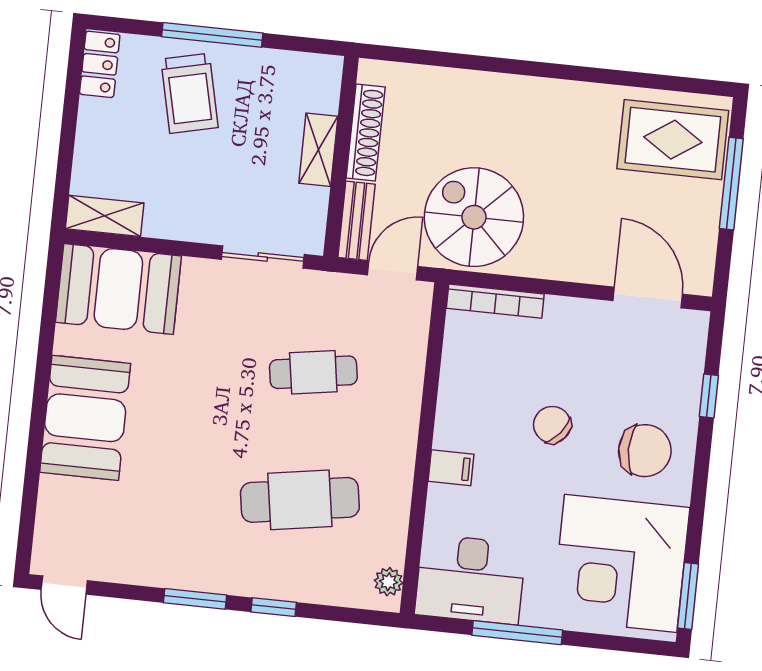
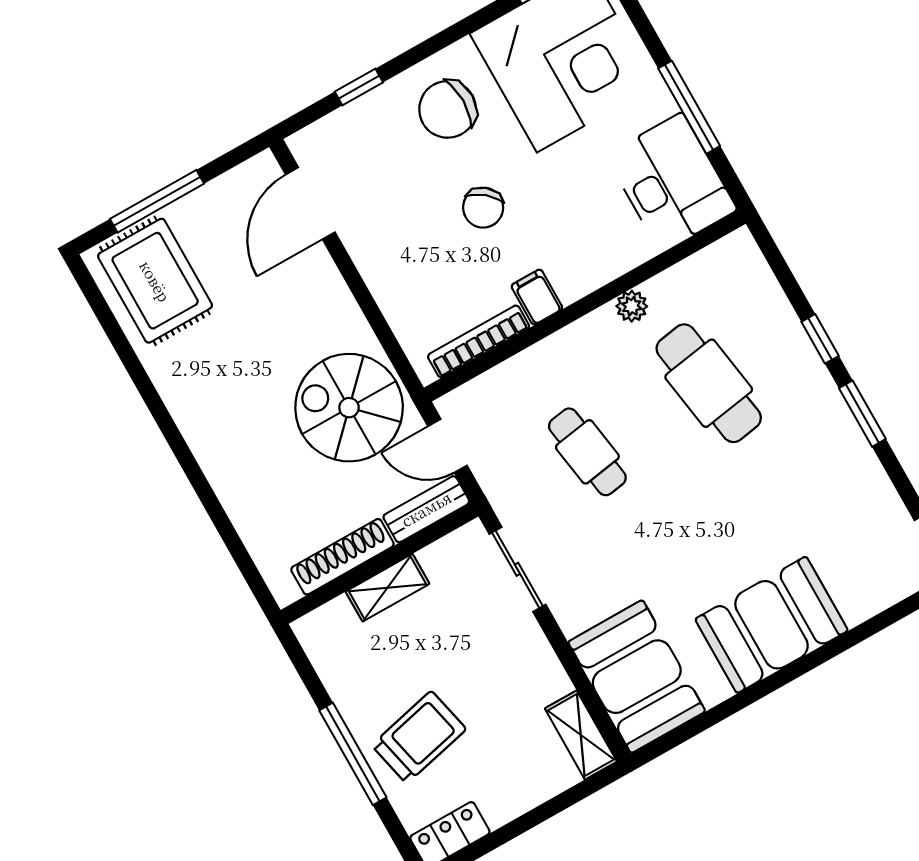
spiral stairs: (474, 217) -> (349, 408), turned 90
bookcase: (495, 301) -> (479, 341), moved, turned -90
chair: (645, 451) -> (448, 109), turned -90
filing cabinet: (451, 468) -> (537, 297), moved
plant: (388, 582) -> (632, 306), moved

